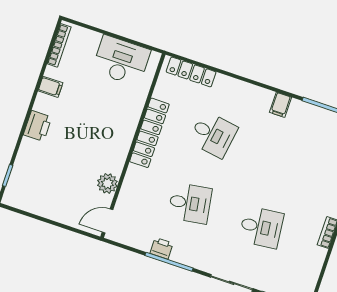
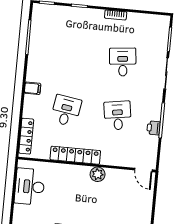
filing cabinet: (281, 105) -> (33, 88), moved
plant: (107, 183) -> (98, 174), moved

